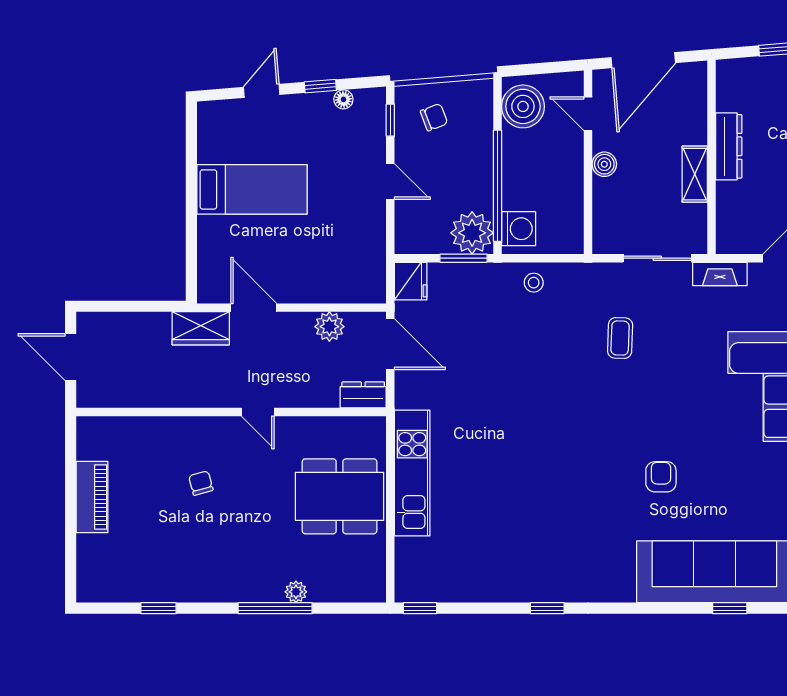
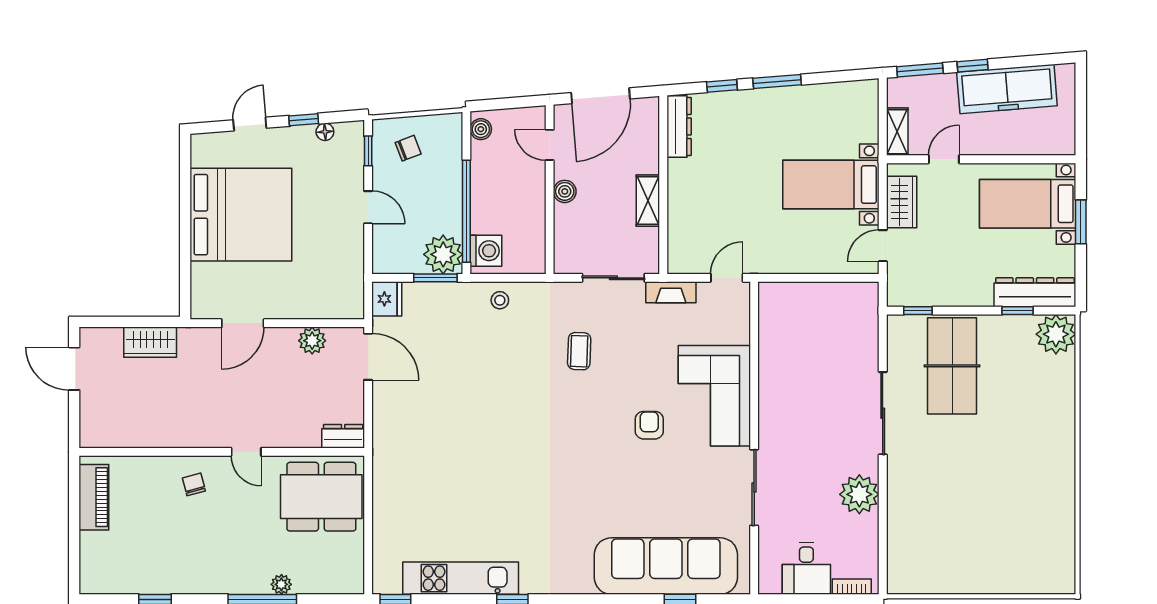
boiler: (523, 106) -> (481, 129), width x0.54, depth x0.54
dresser: (729, 146) -> (679, 126), moved
bed: (252, 189) -> (241, 215), width x2.04
door: (254, 308) -> (243, 323), swing flipped
wardrobe: (201, 328) -> (150, 342), moved
dresser: (363, 395) -> (343, 436), moved
wall: (231, 412) -> (222, 452), moved
door: (258, 412) -> (246, 452), moved
kitchen unit: (412, 473) -> (461, 578), moved, turned -90
armchair: (661, 477) -> (649, 425), moved

